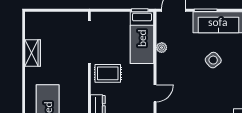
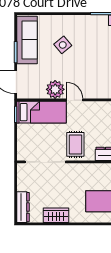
dresser: (41, 18) -> (23, 207), added
plant: (162, 48) -> (55, 89), width x1.88, depth x1.88
door: (155, 93) -> (75, 100), moved

